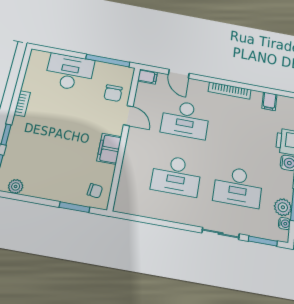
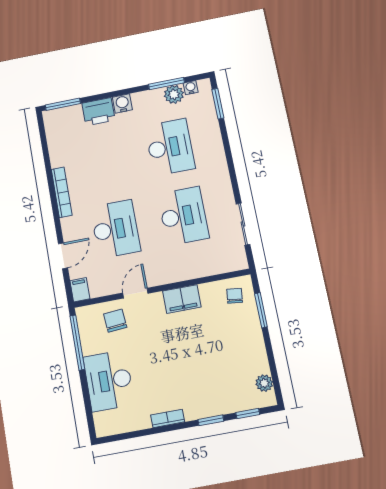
chair: (113, 93) -> (115, 321), turned -95
filing cabinet: (269, 101) -> (58, 145), removed
sliding door: (221, 233) -> (243, 224), moved

